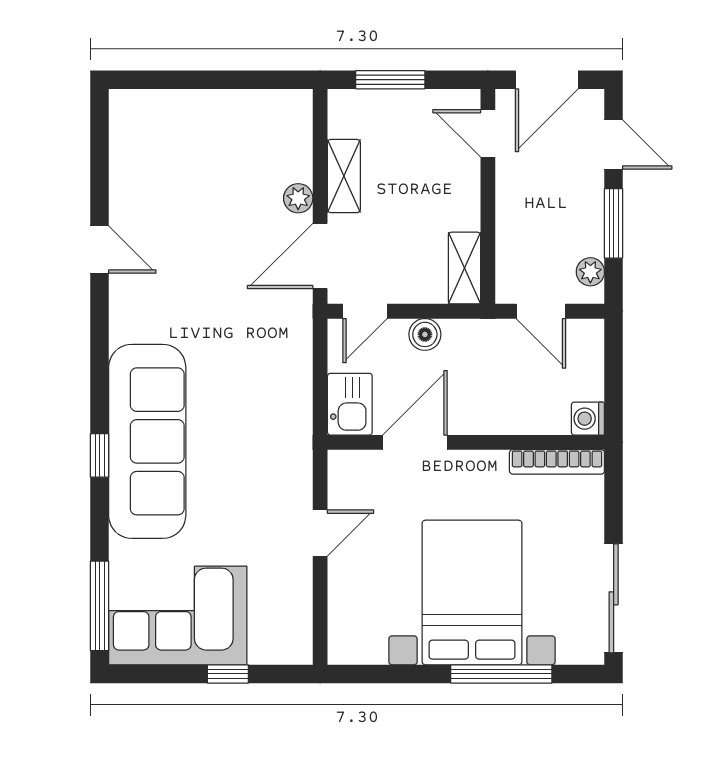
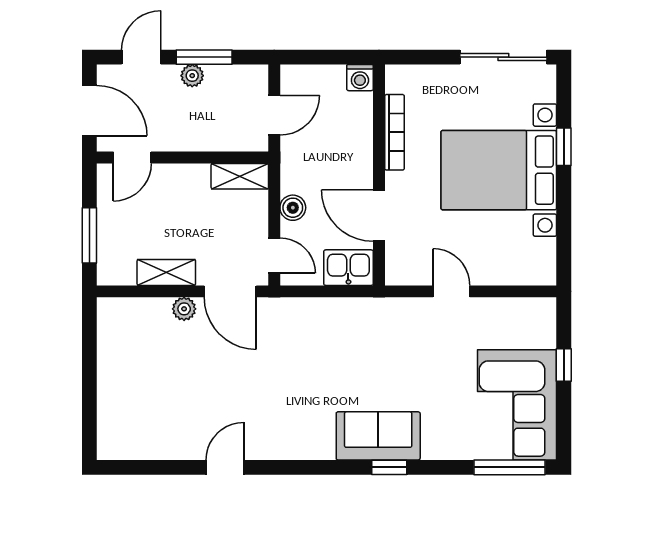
plant: (590, 272) -> (192, 76), moved
sofa: (147, 441) -> (378, 436), width x0.54, depth x0.79
bookcase: (557, 462) -> (394, 132), moved
window: (501, 674) -> (564, 147), width x0.46

